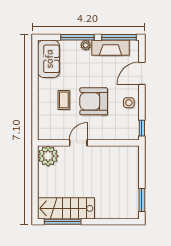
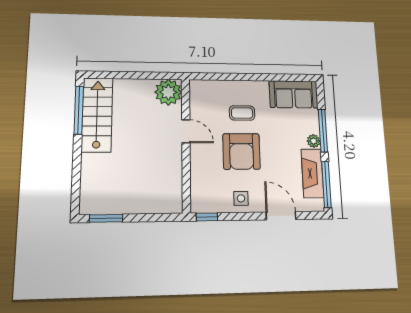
armchair: (94, 101) -> (241, 151), turned 180

